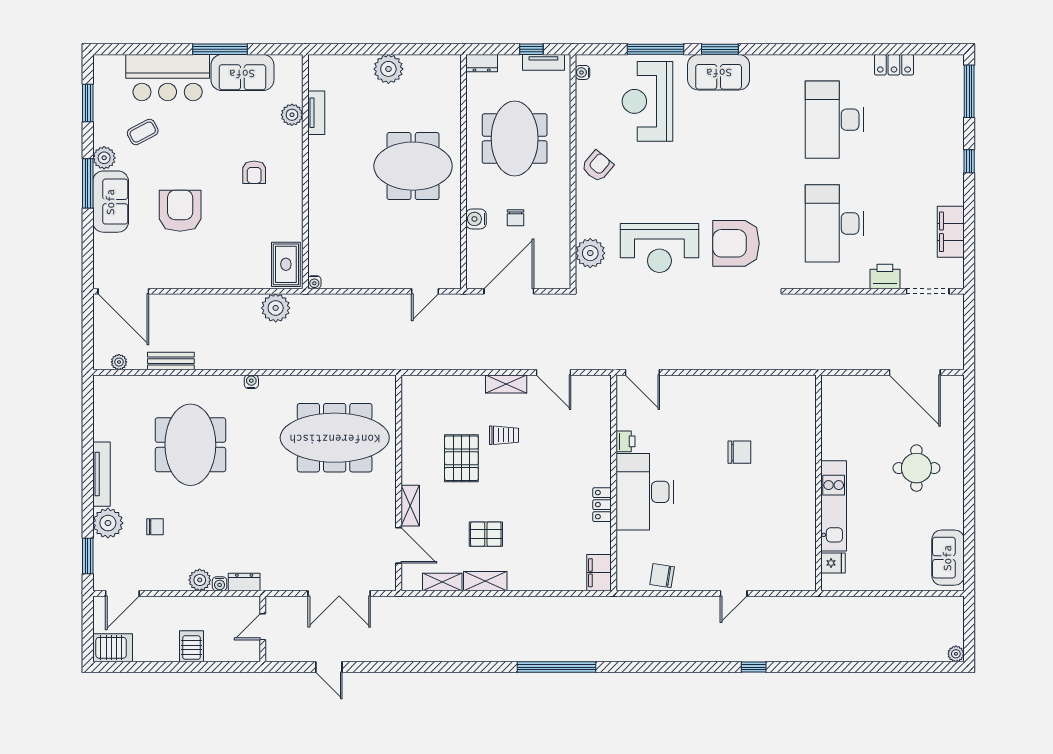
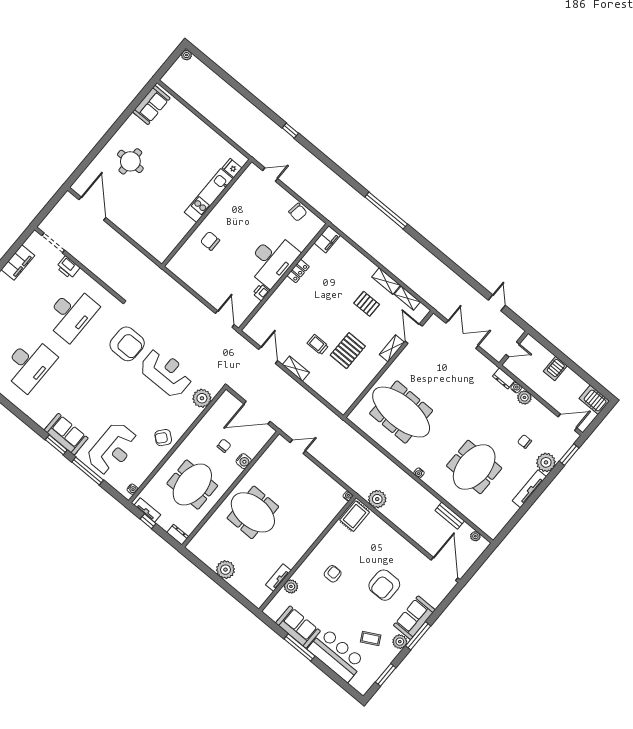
wall: (818, 483) -> (207, 213), moved
kitchen unit: (834, 506) -> (209, 195), moved
fridge: (833, 563) -> (232, 168), moved

